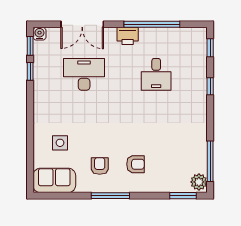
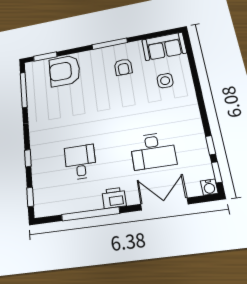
armchair: (135, 164) -> (65, 71), moved, width x1.88, depth x1.88
plant: (199, 182) -> (32, 70), removed

